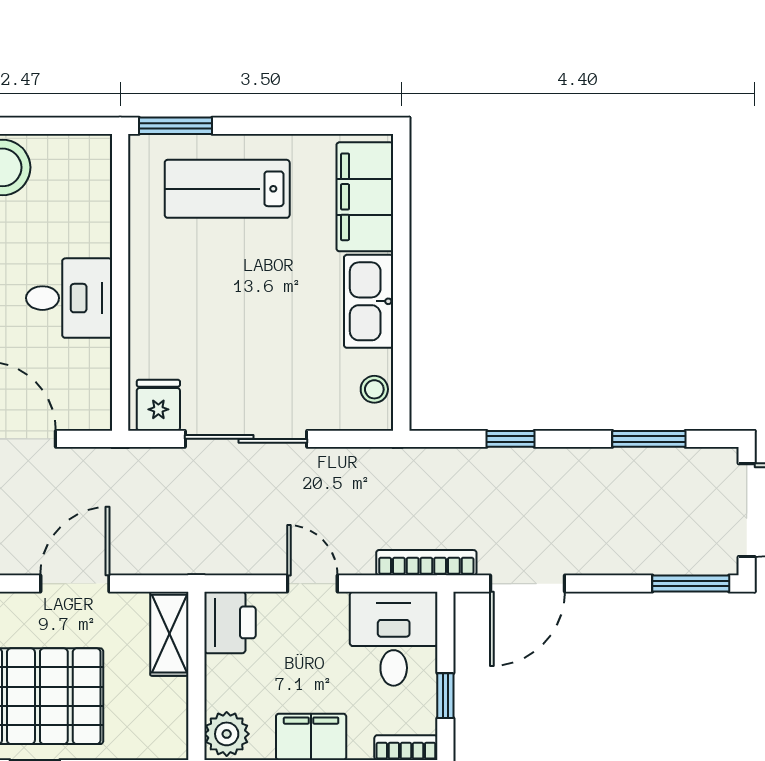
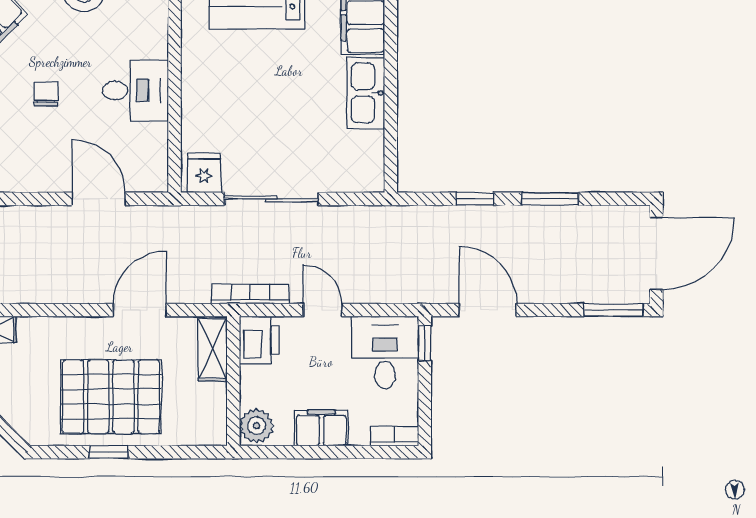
stool: (374, 389) -> (370, 161), removed
window: (649, 439) -> (550, 199), moved
bookcase: (426, 563) -> (250, 294), moved
door: (527, 584) -> (488, 310), swing flipped
window: (445, 696) -> (425, 343), moved

